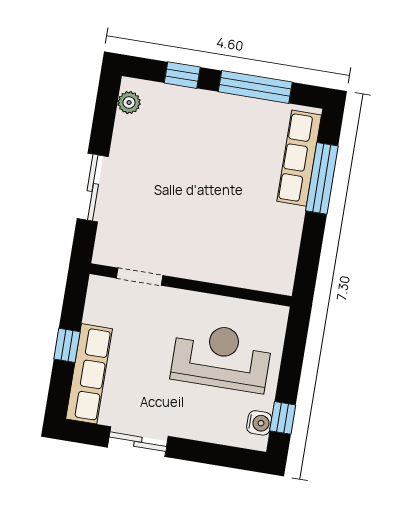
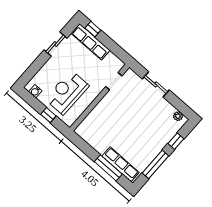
window: (67, 345) -> (93, 29), moved
reception desk: (221, 357) -> (67, 92), turned 180
window: (283, 418) -> (48, 115), moved

